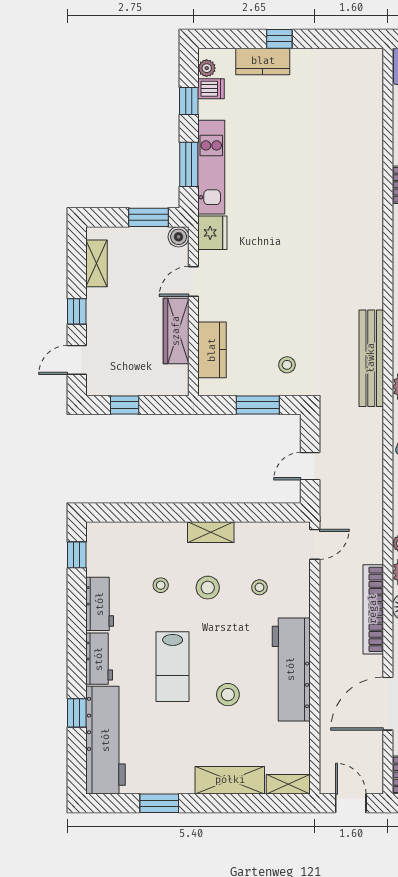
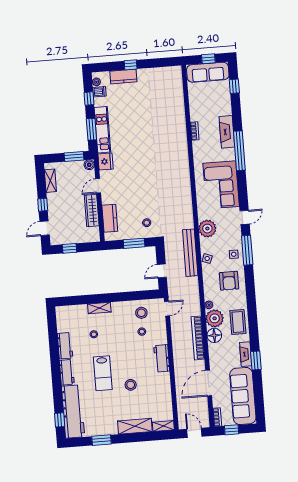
bench: (371, 358) -> (190, 253), moved
shelving: (211, 532) -> (99, 308), moved
window: (77, 555) -> (52, 323), removed
stool: (208, 588) -> (141, 313), moved
workbench: (291, 669) -> (162, 358), width x0.53, depth x0.76
window: (77, 713) -> (60, 420), moved

